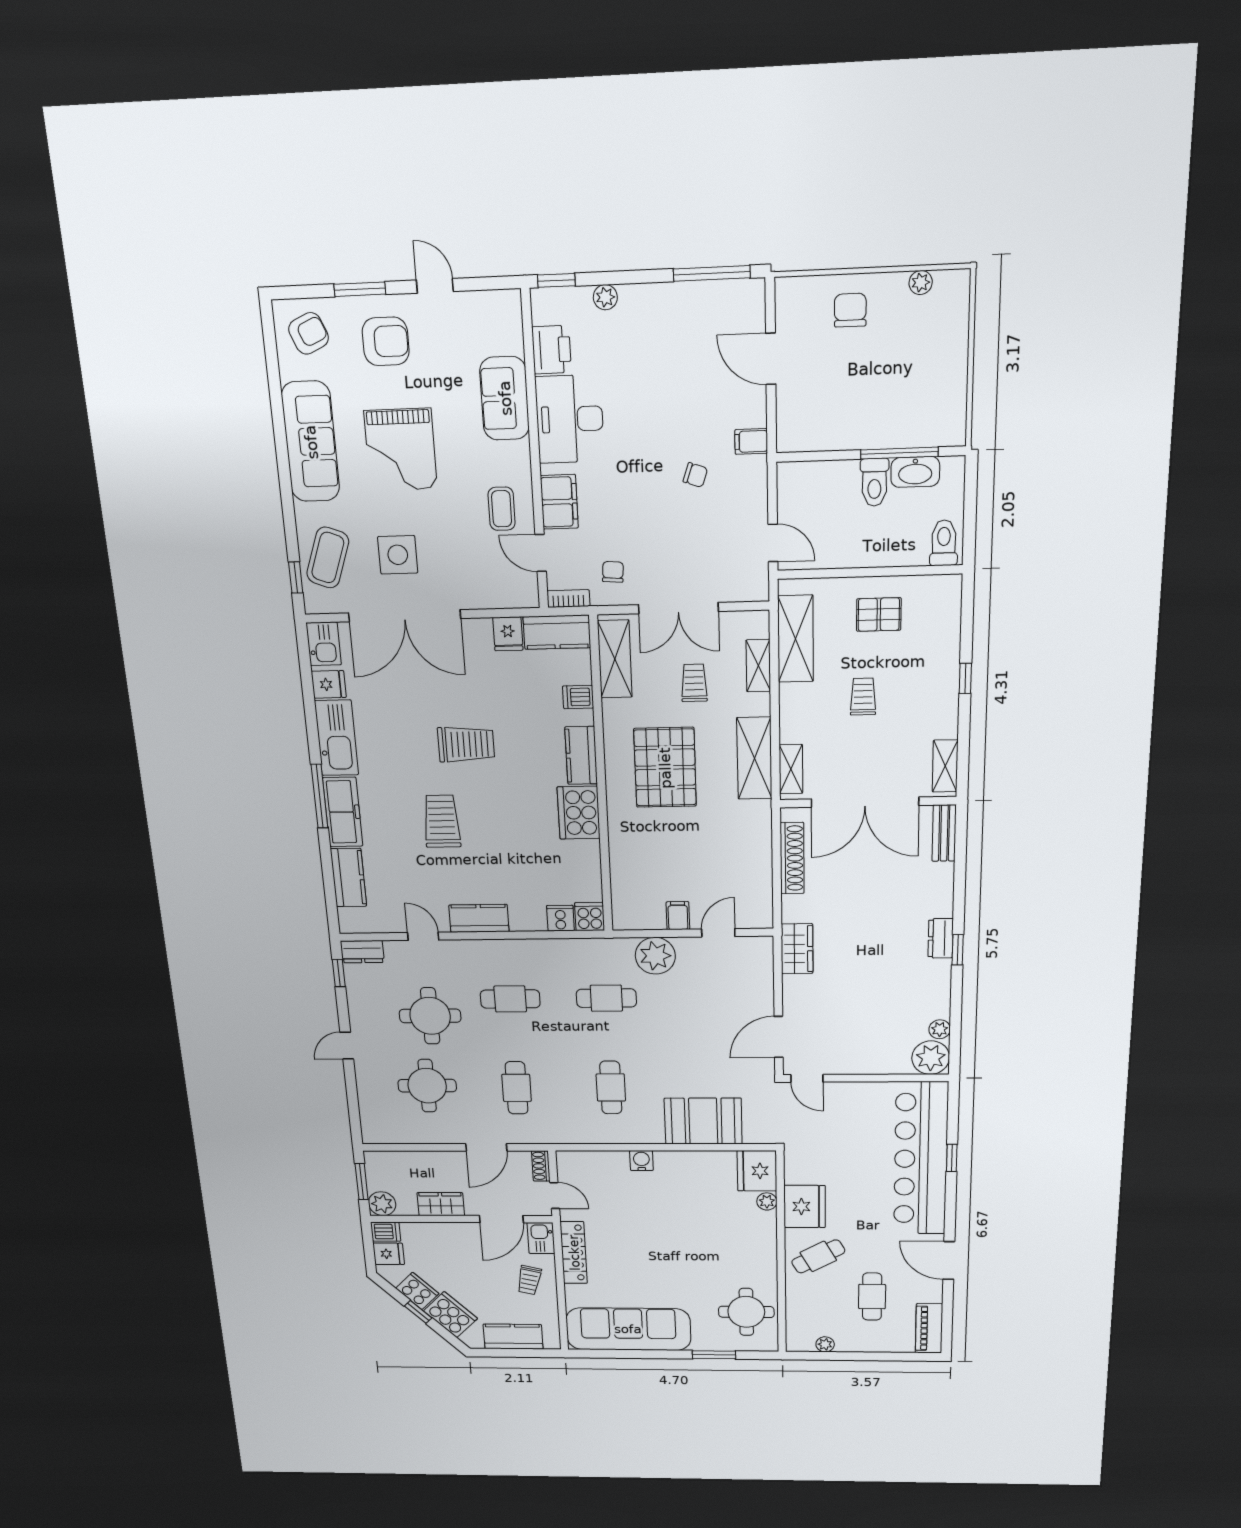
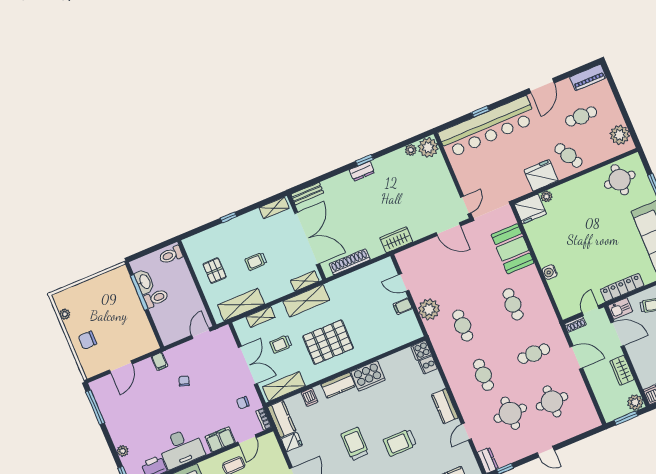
cafe table: (611, 1087) -> (513, 304), turned 90
plant: (825, 1344) -> (620, 135), width x1.88, depth x1.88

